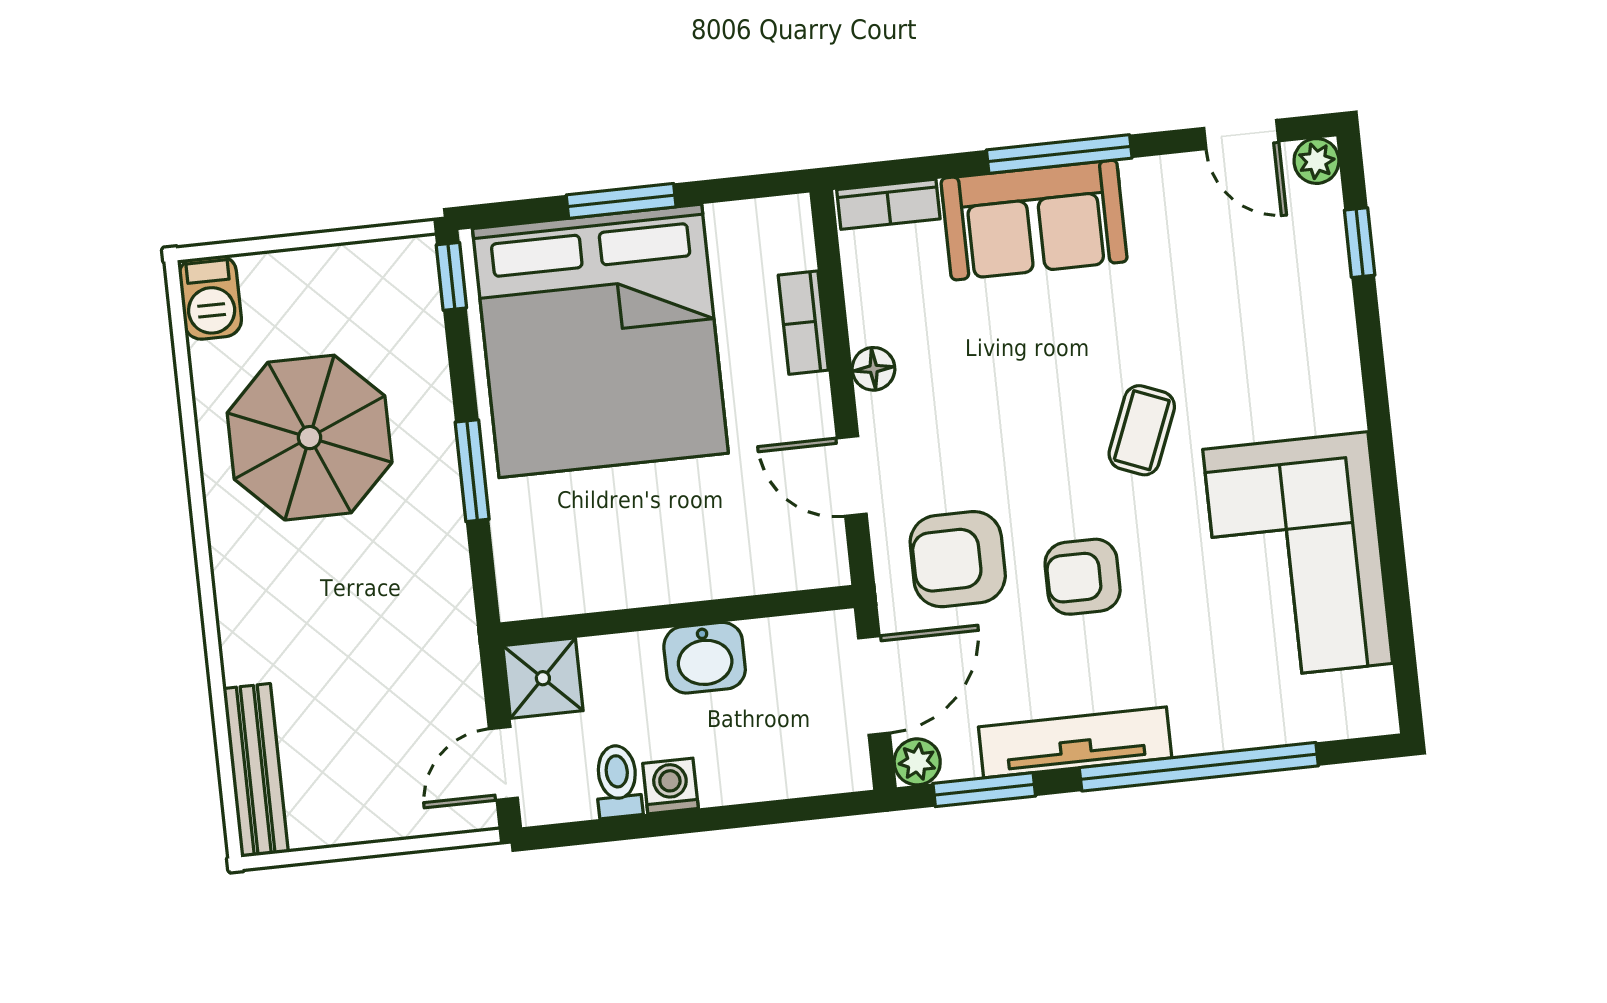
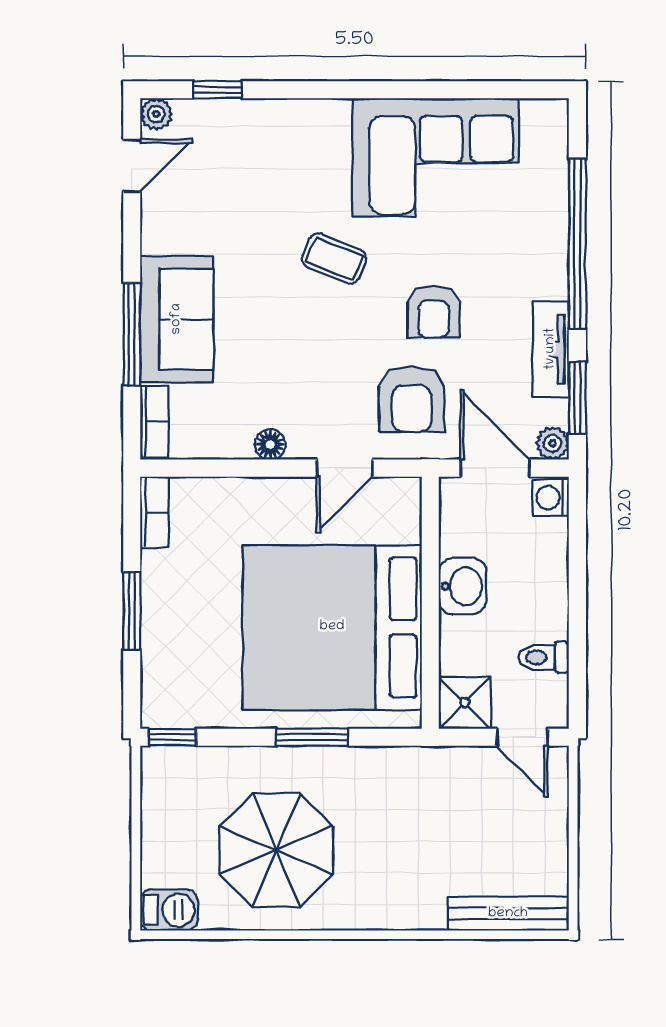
window: (1059, 154) -> (132, 334), moved
bookcase: (803, 323) -> (154, 512), moved, turned -90
bed: (600, 341) -> (332, 627), moved, turned 180
tv unit: (1075, 742) -> (551, 349), width x0.71
washing machine: (670, 786) -> (551, 498), moved

